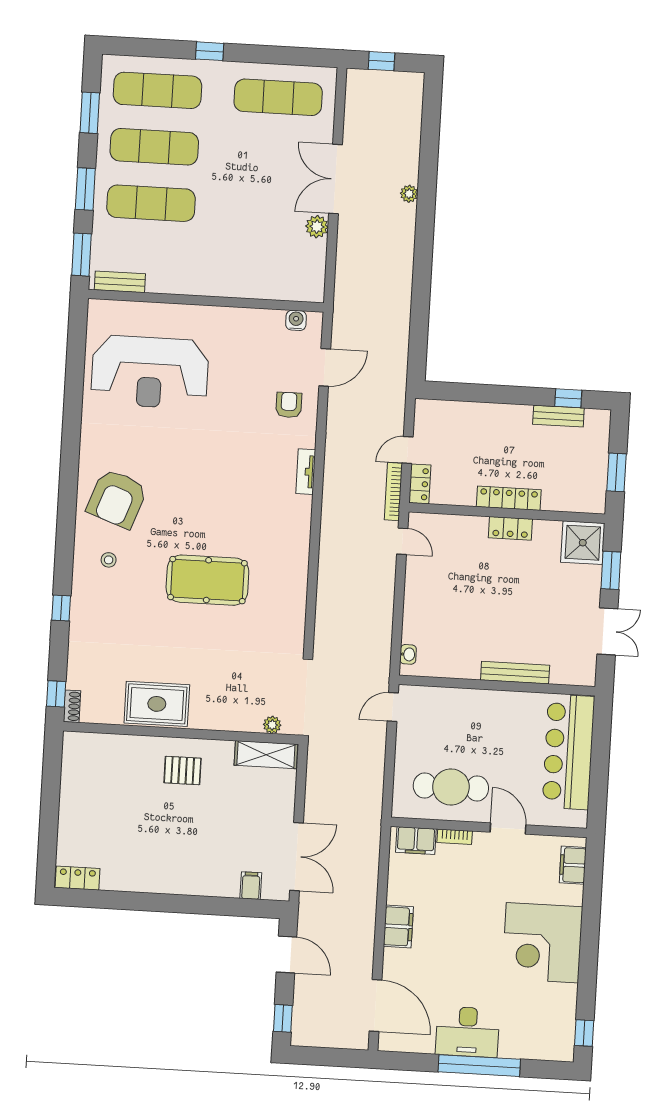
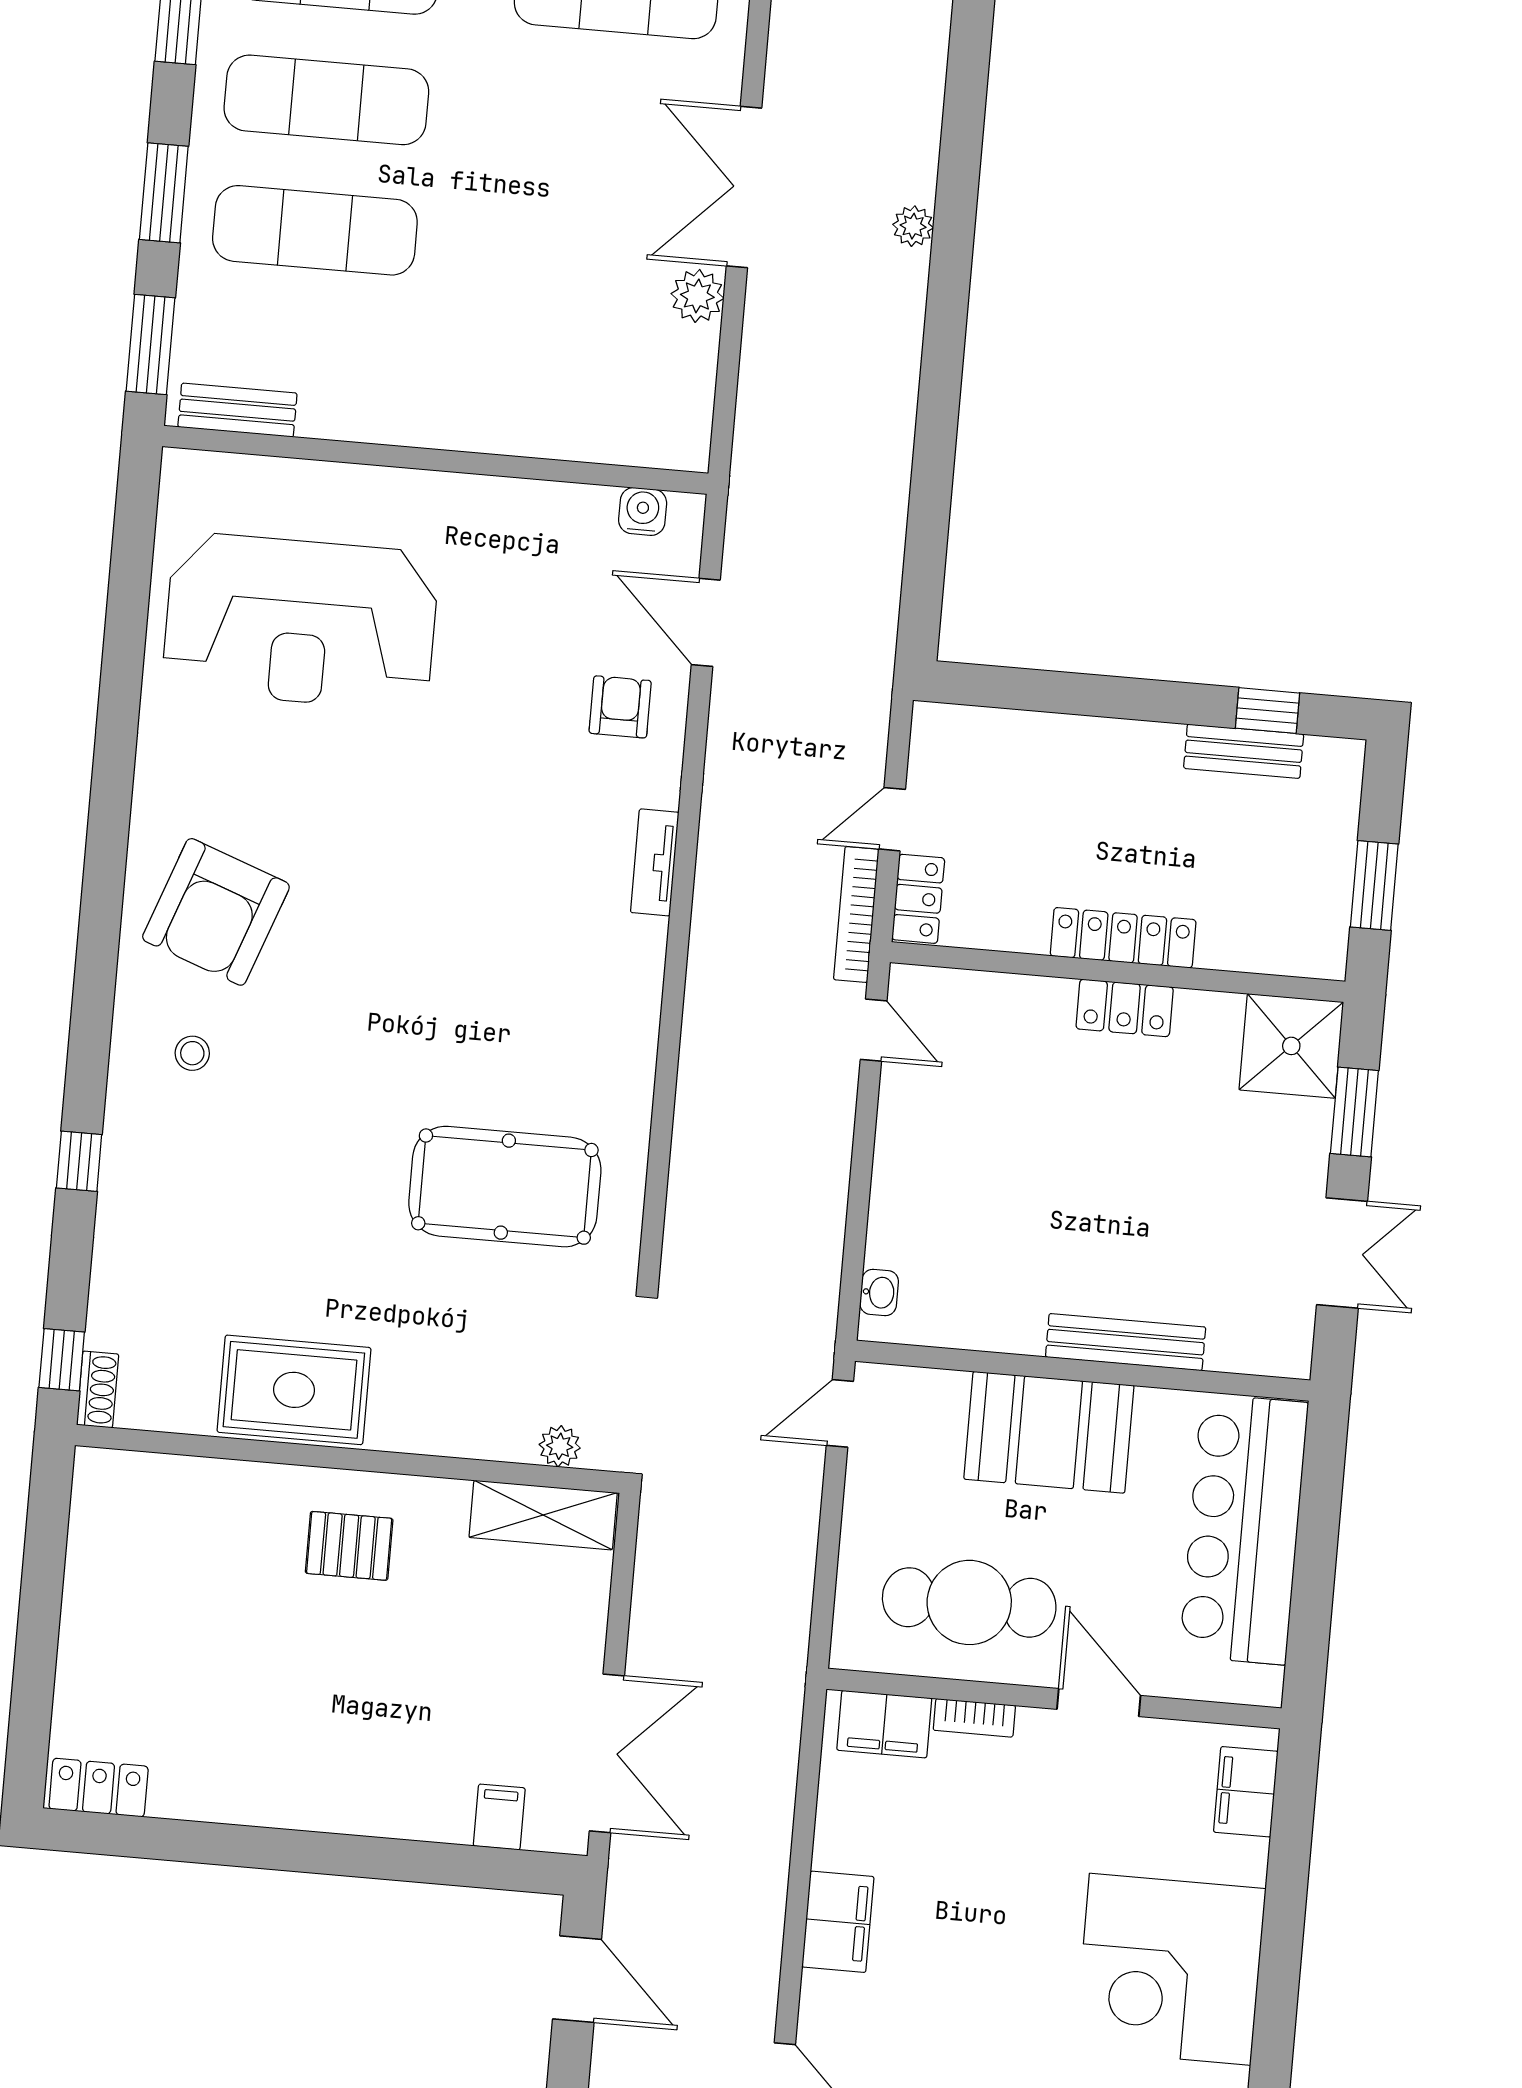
door: (325, 367) -> (706, 622), swing flipped
pool table: (207, 580) -> (505, 1187), moved
booth: (483, 712) -> (1049, 1432), added

